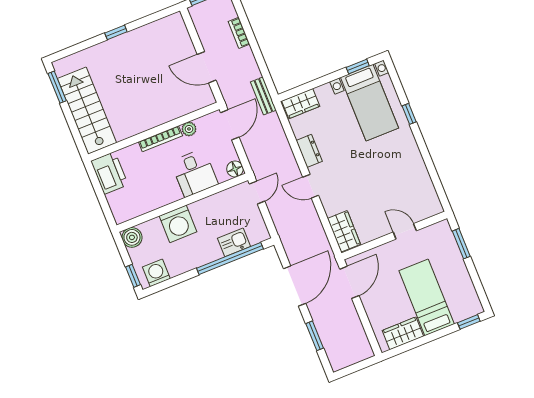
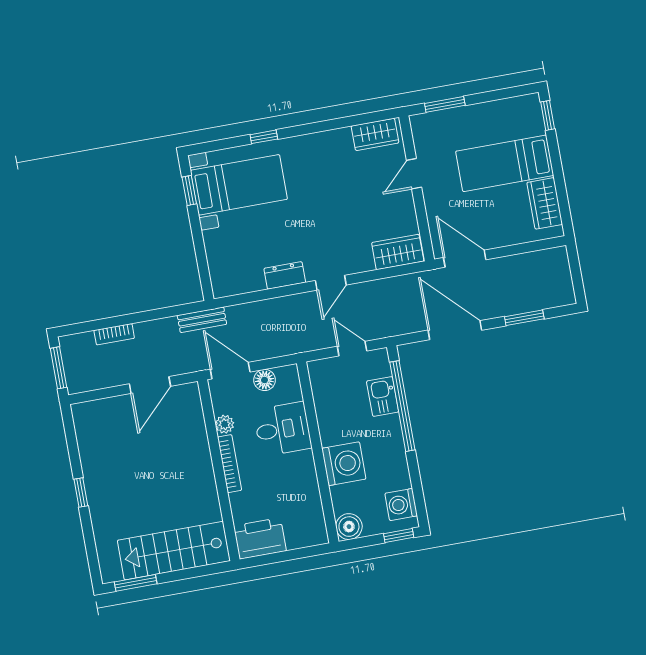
wardrobe: (301, 104) -> (375, 134), moved, turned 90
floor lamp: (235, 169) -> (265, 380), moved
door: (257, 193) -> (352, 349), moved

